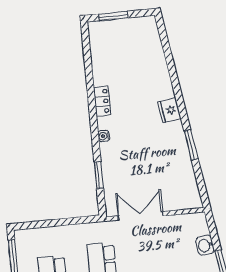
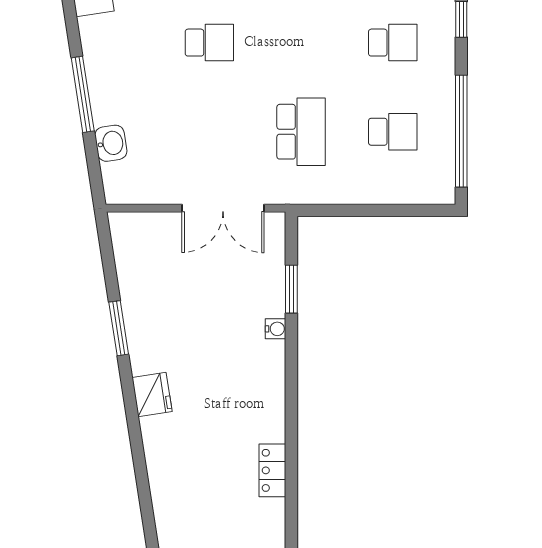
locker: (102, 101) -> (272, 470), moved
water cooler: (104, 136) -> (276, 329), moved

